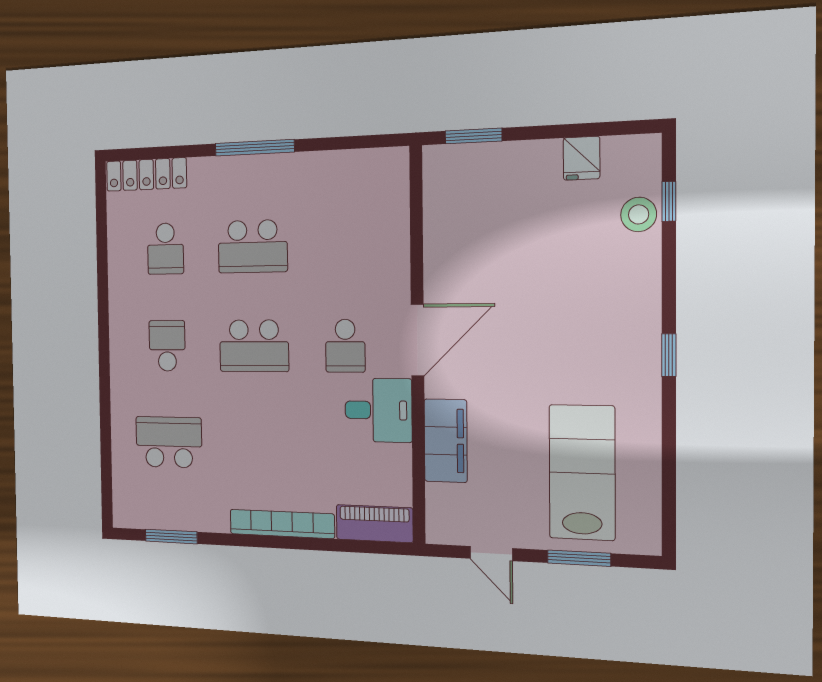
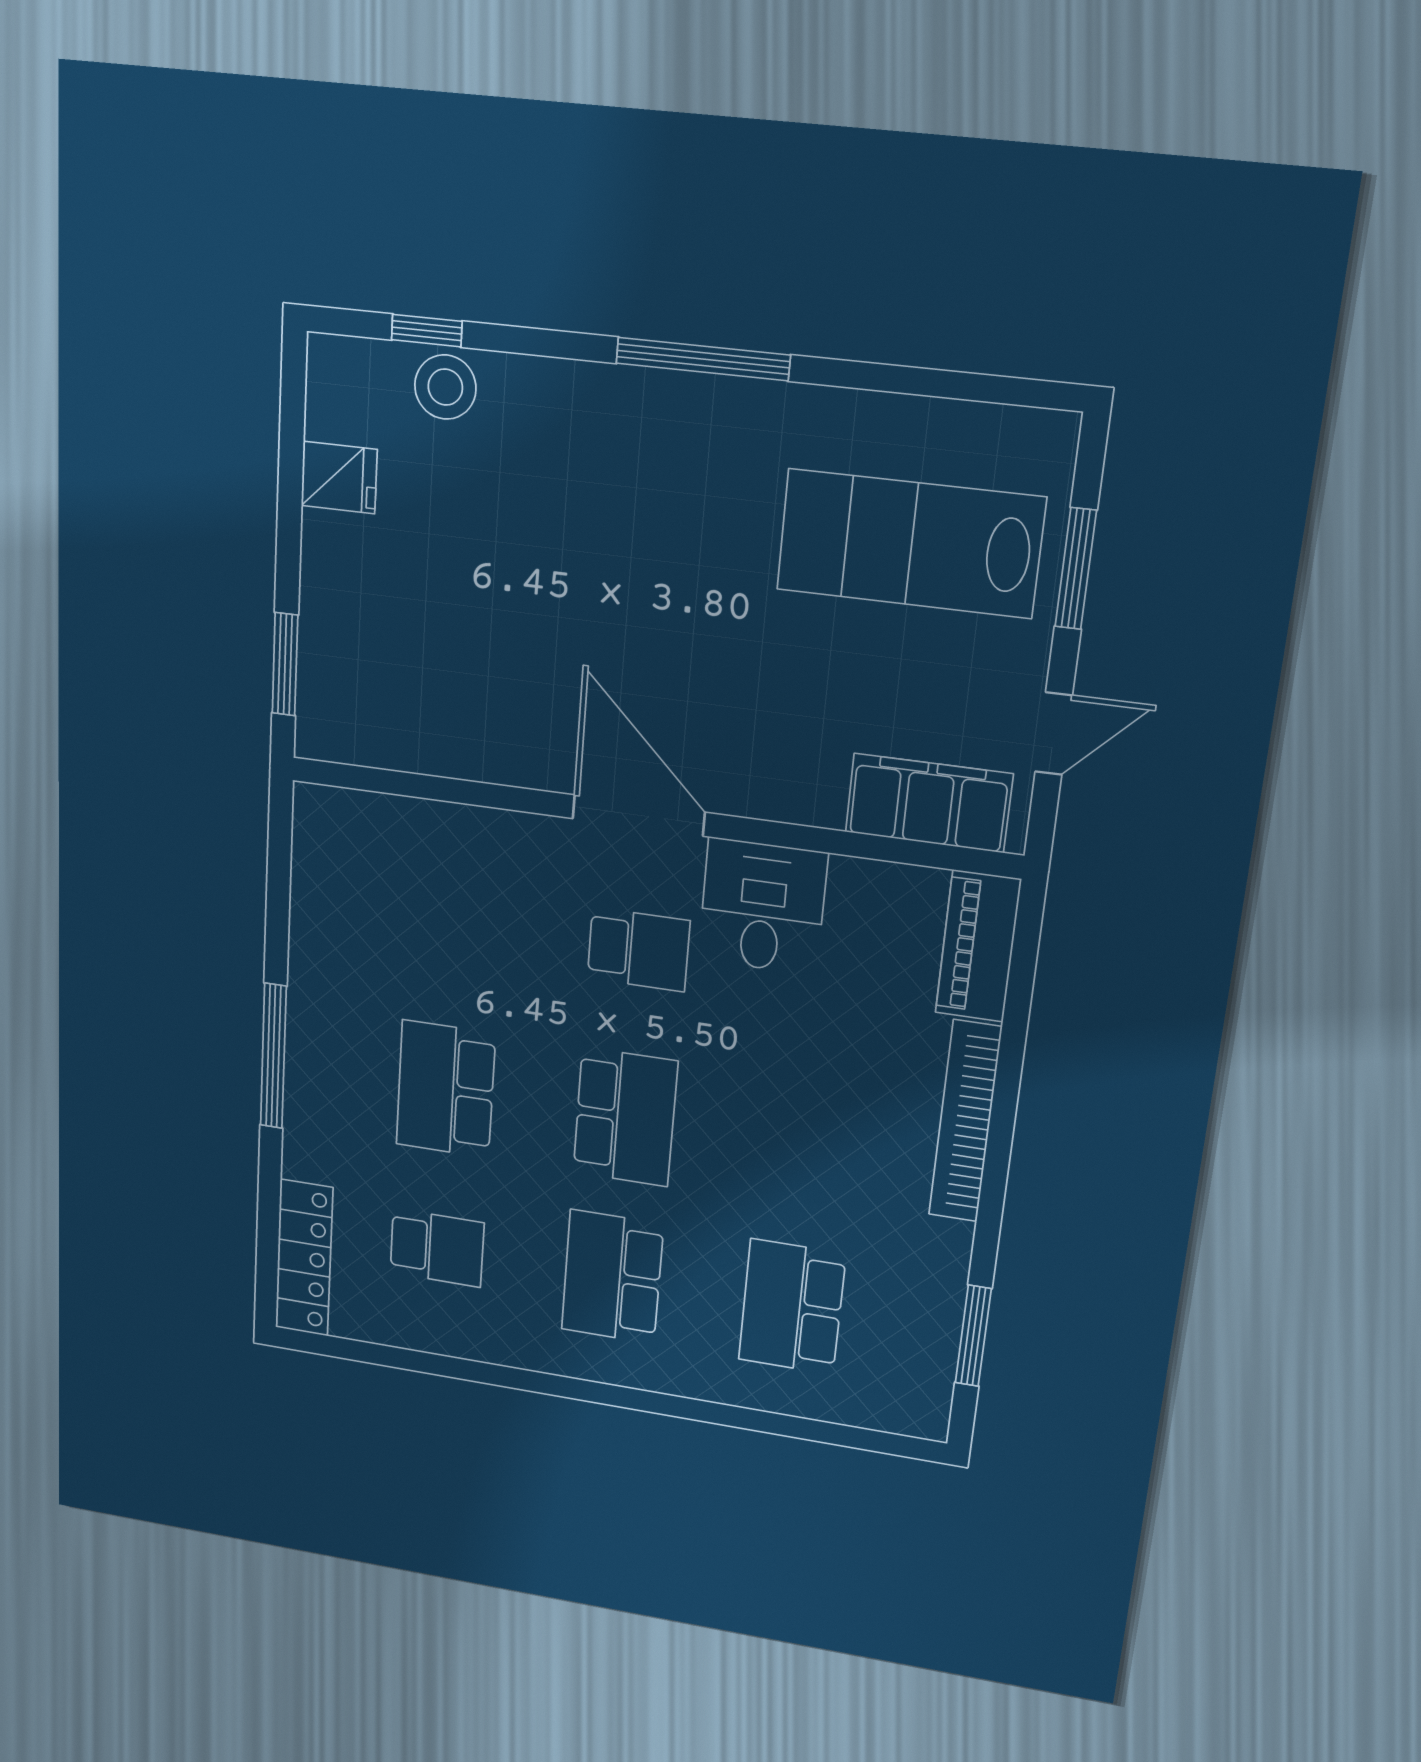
school desk: (253, 246) -> (446, 1089), turned 180
school desk: (167, 346) -> (612, 1277), width x1.85
window: (669, 355) -> (703, 359), width x2.17
filing cabinet: (446, 441) -> (929, 803), moved

